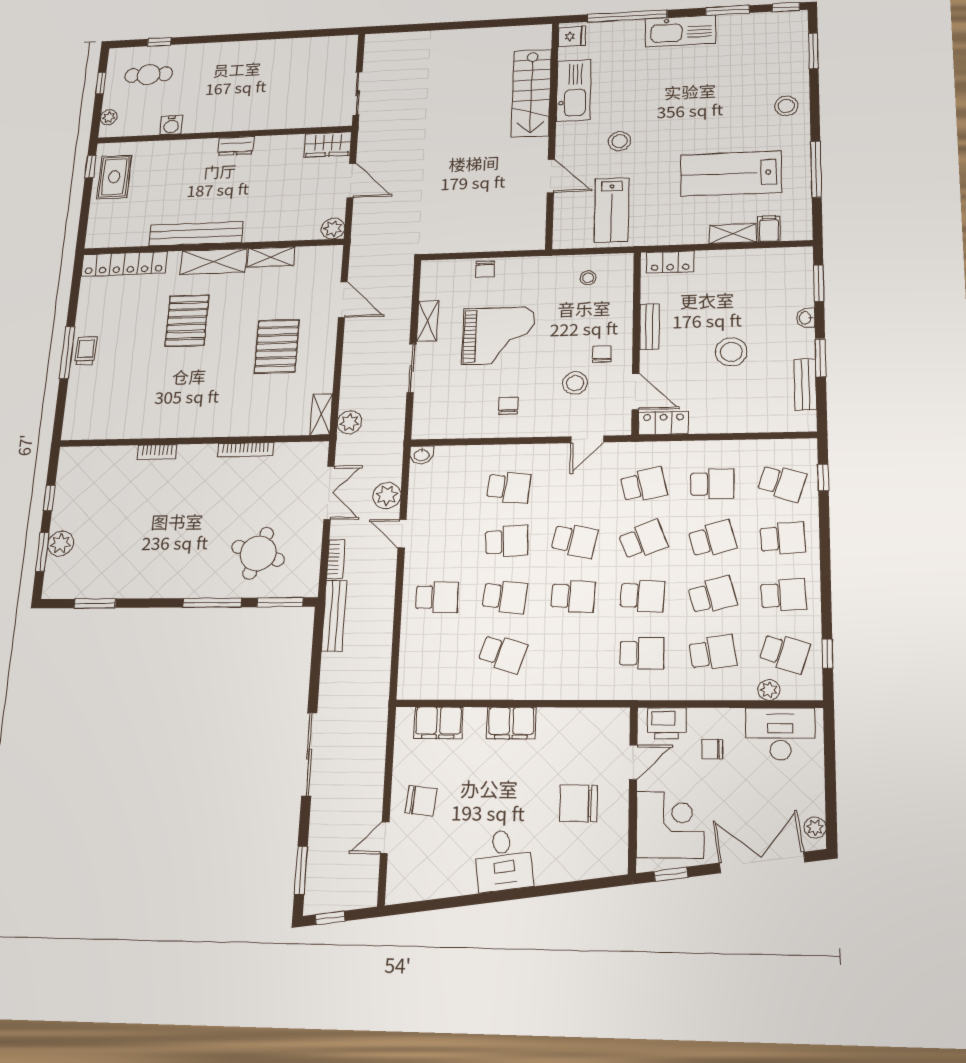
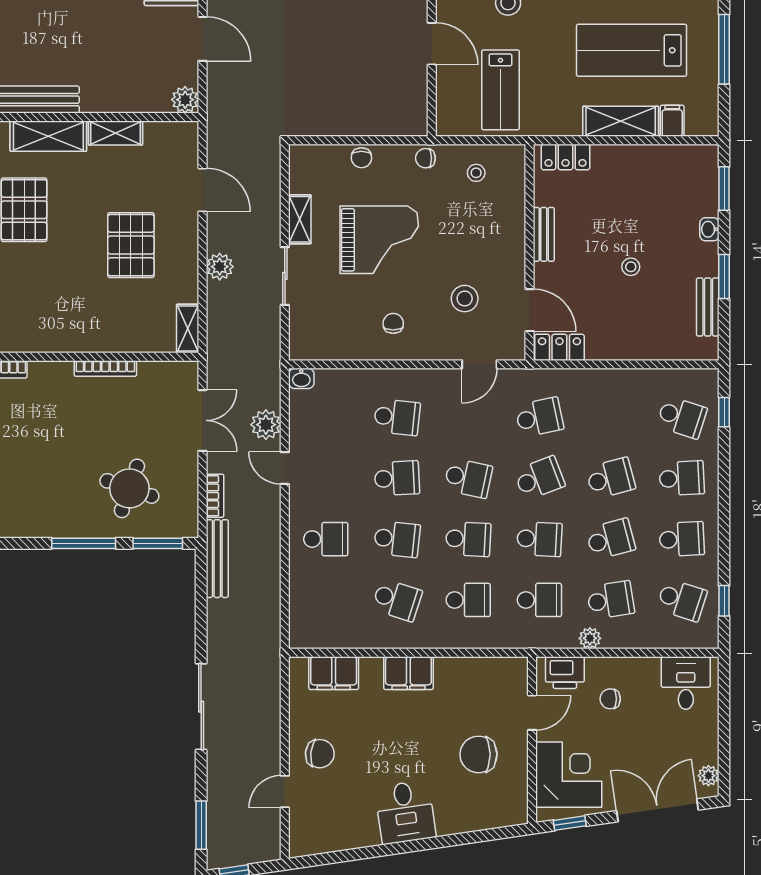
shelving: (733, 234) -> (621, 121), width x1.50, depth x1.33
stool: (731, 352) -> (631, 267), width x0.53, depth x0.53
chair: (602, 354) -> (425, 158), moved, turned -90
plant: (350, 422) -> (220, 267), moved
school desk: (712, 484) -> (468, 600), moved
plant: (769, 690) -> (590, 638), moved
desk: (780, 734) -> (686, 683), width x0.73

